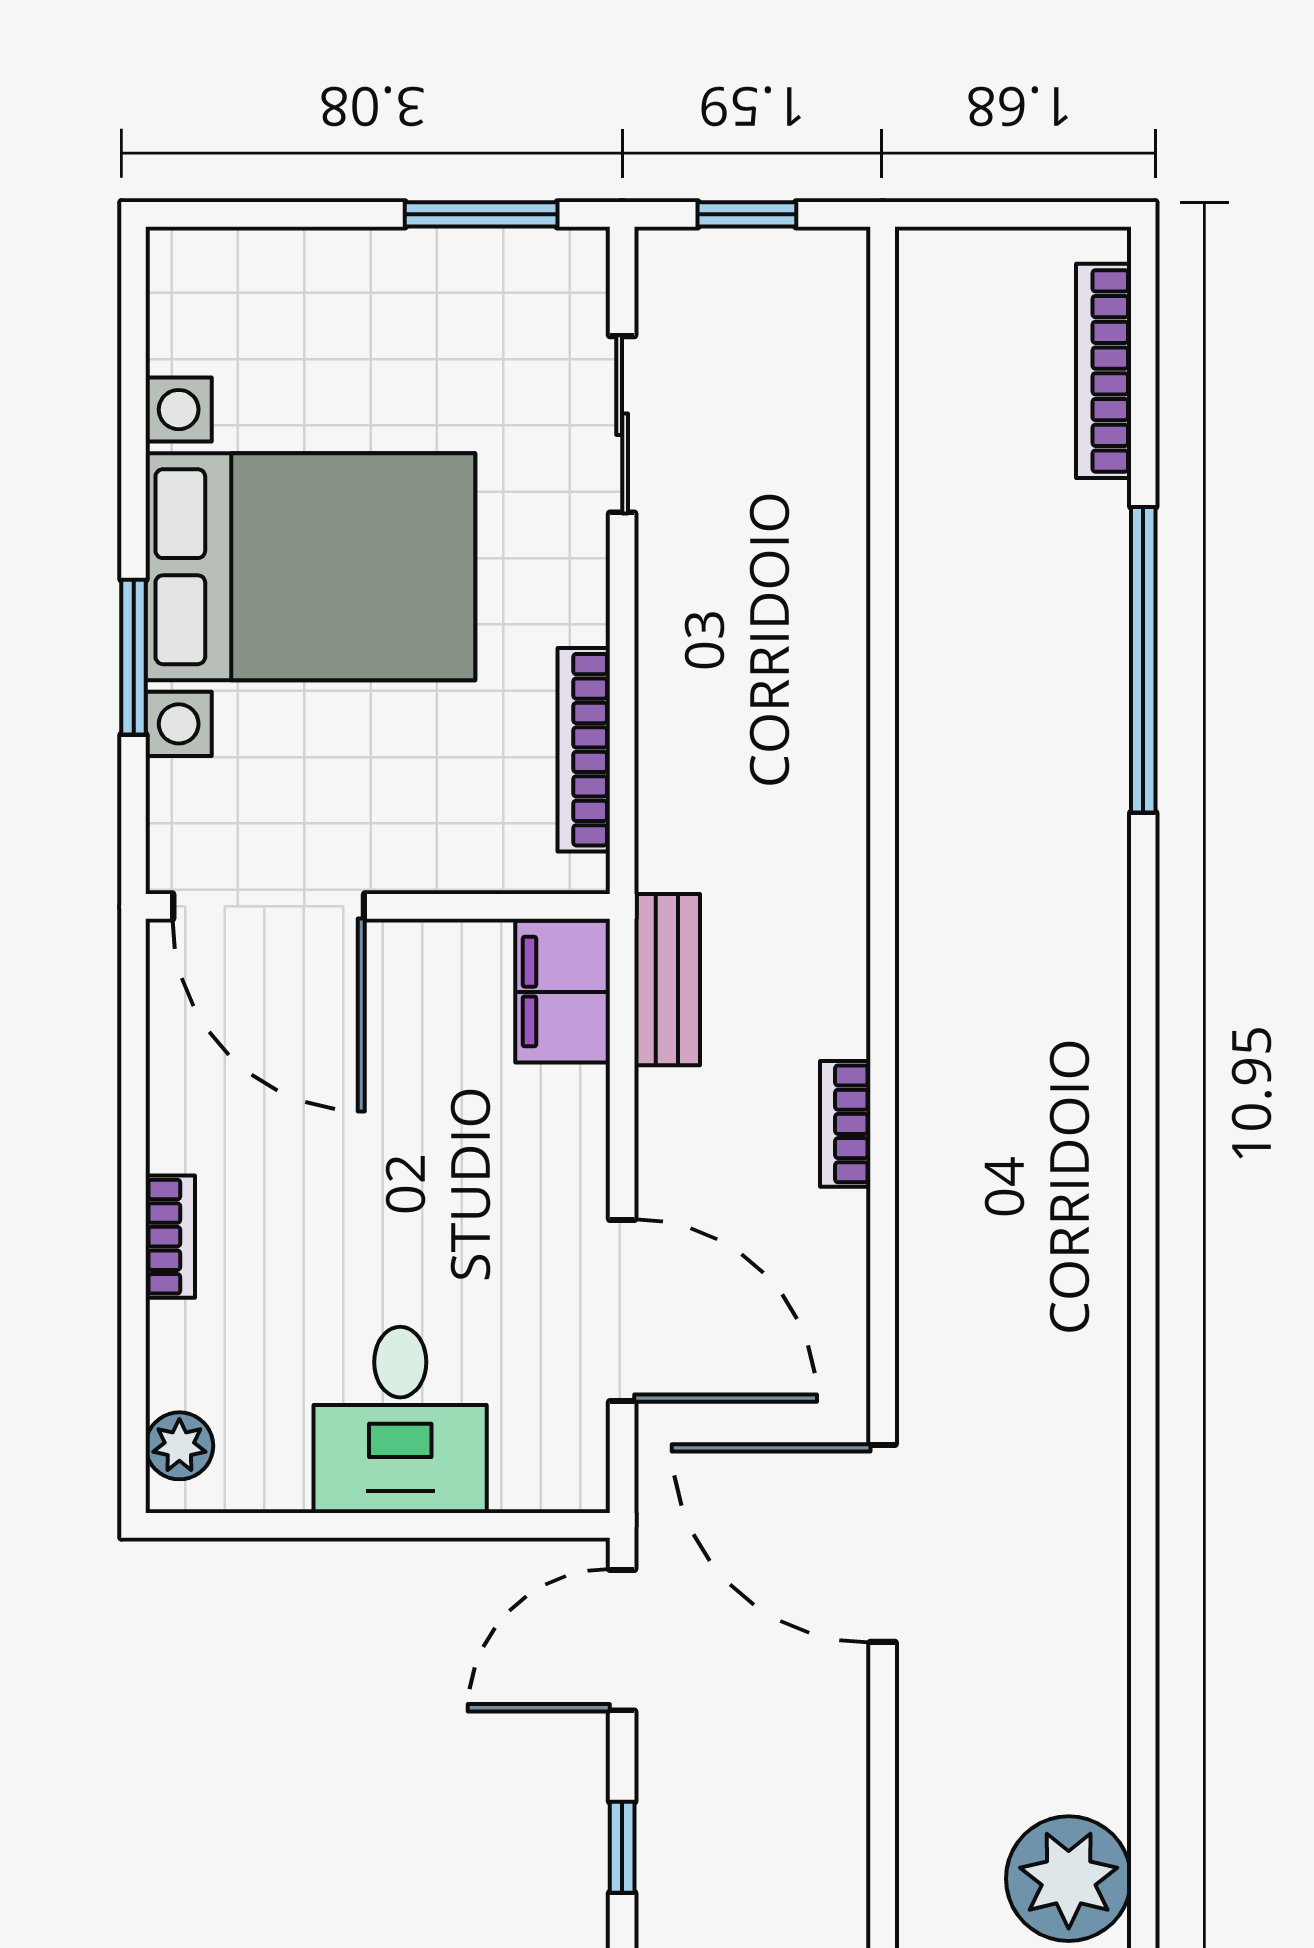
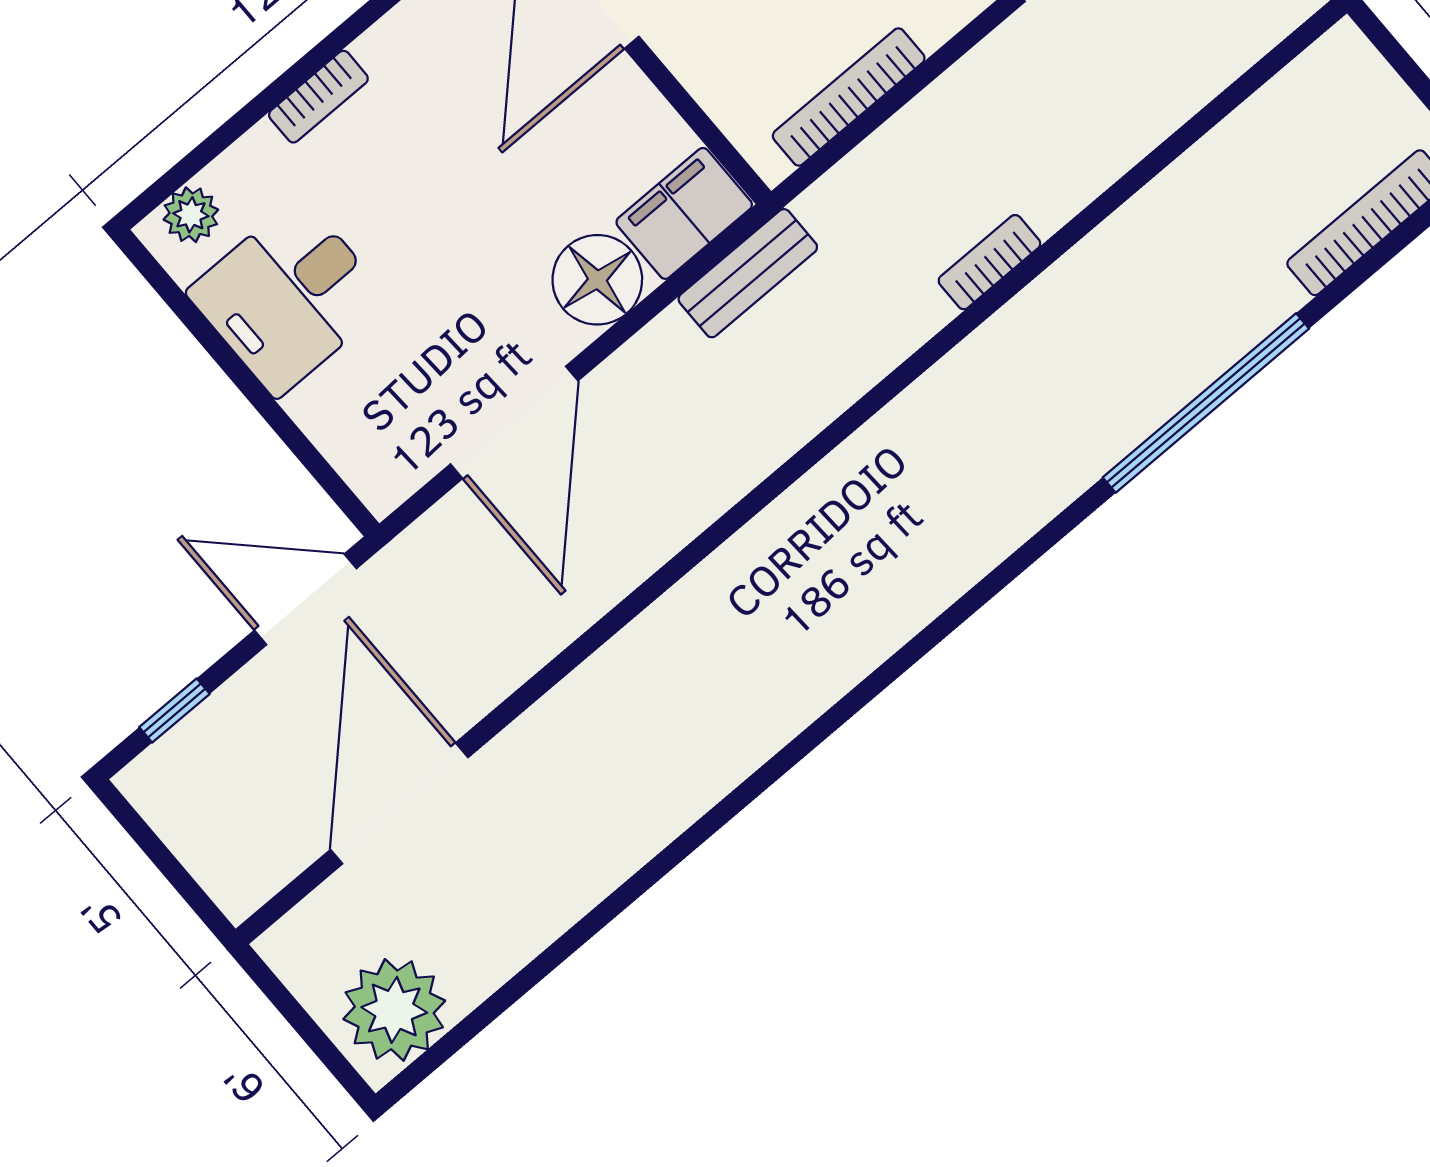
floor lamp: (556, 1123) -> (597, 280), added
bookcase: (845, 1124) -> (989, 262), moved
desk: (400, 1420) -> (289, 297), moved
door: (883, 1543) -> (399, 803), moved

